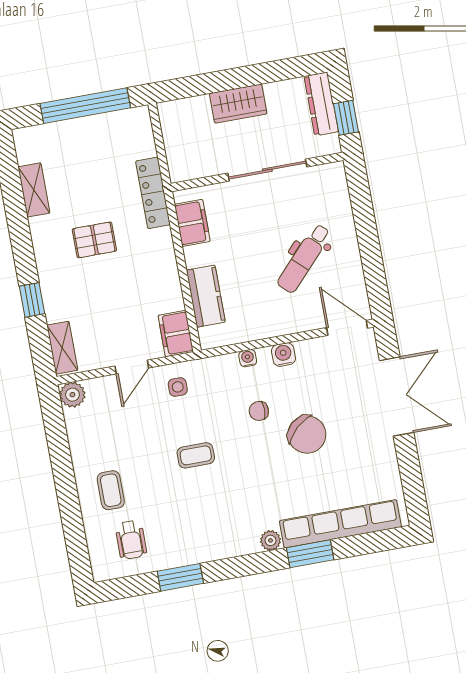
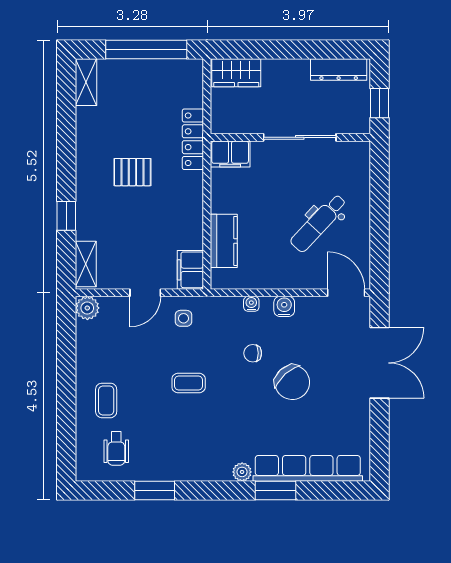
wardrobe: (238, 104) -> (236, 73), moved
dresser: (321, 104) -> (339, 70), moved, turned -90
shelving: (34, 190) -> (86, 82), moved
filing cabinet: (192, 223) -> (230, 154), moved, turned 90

